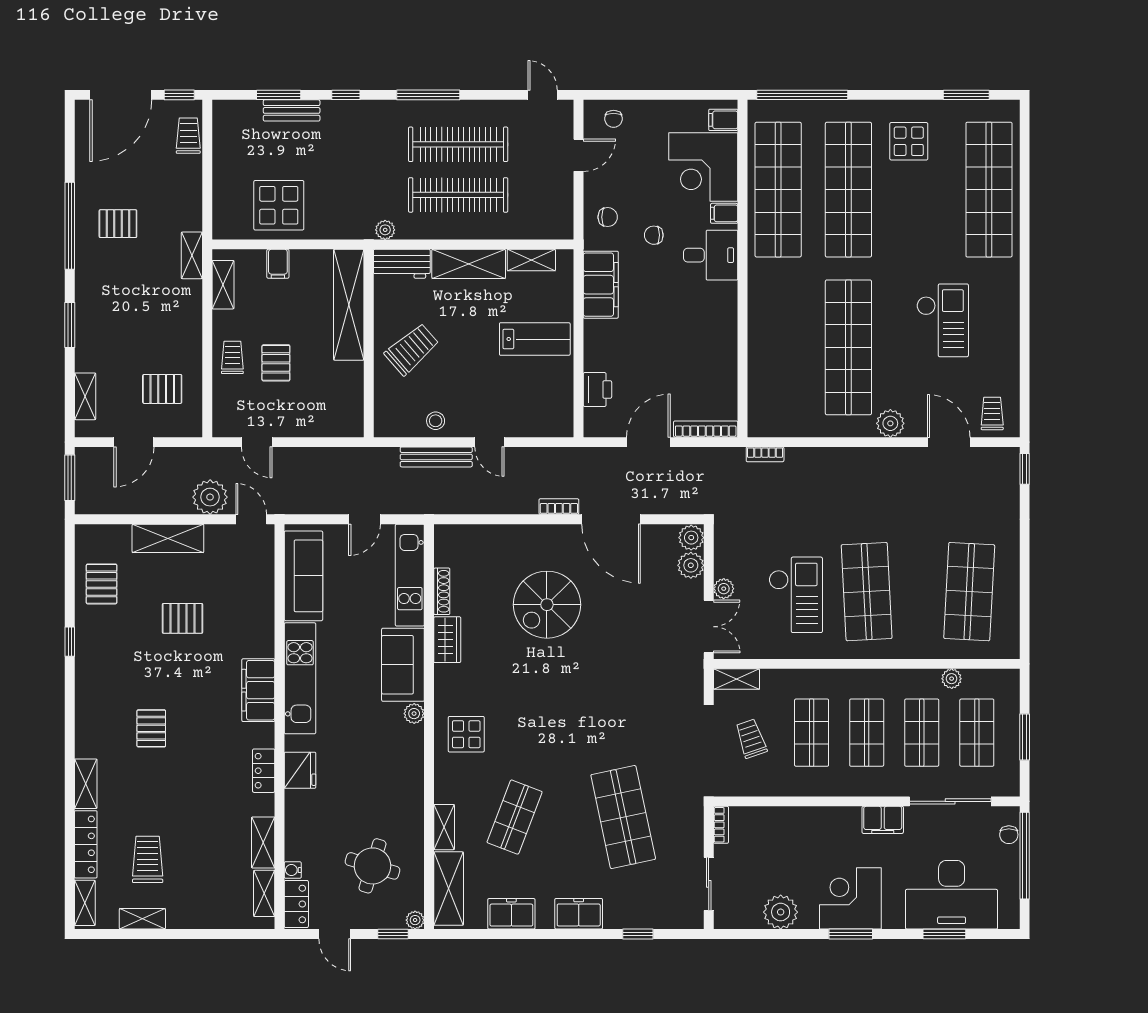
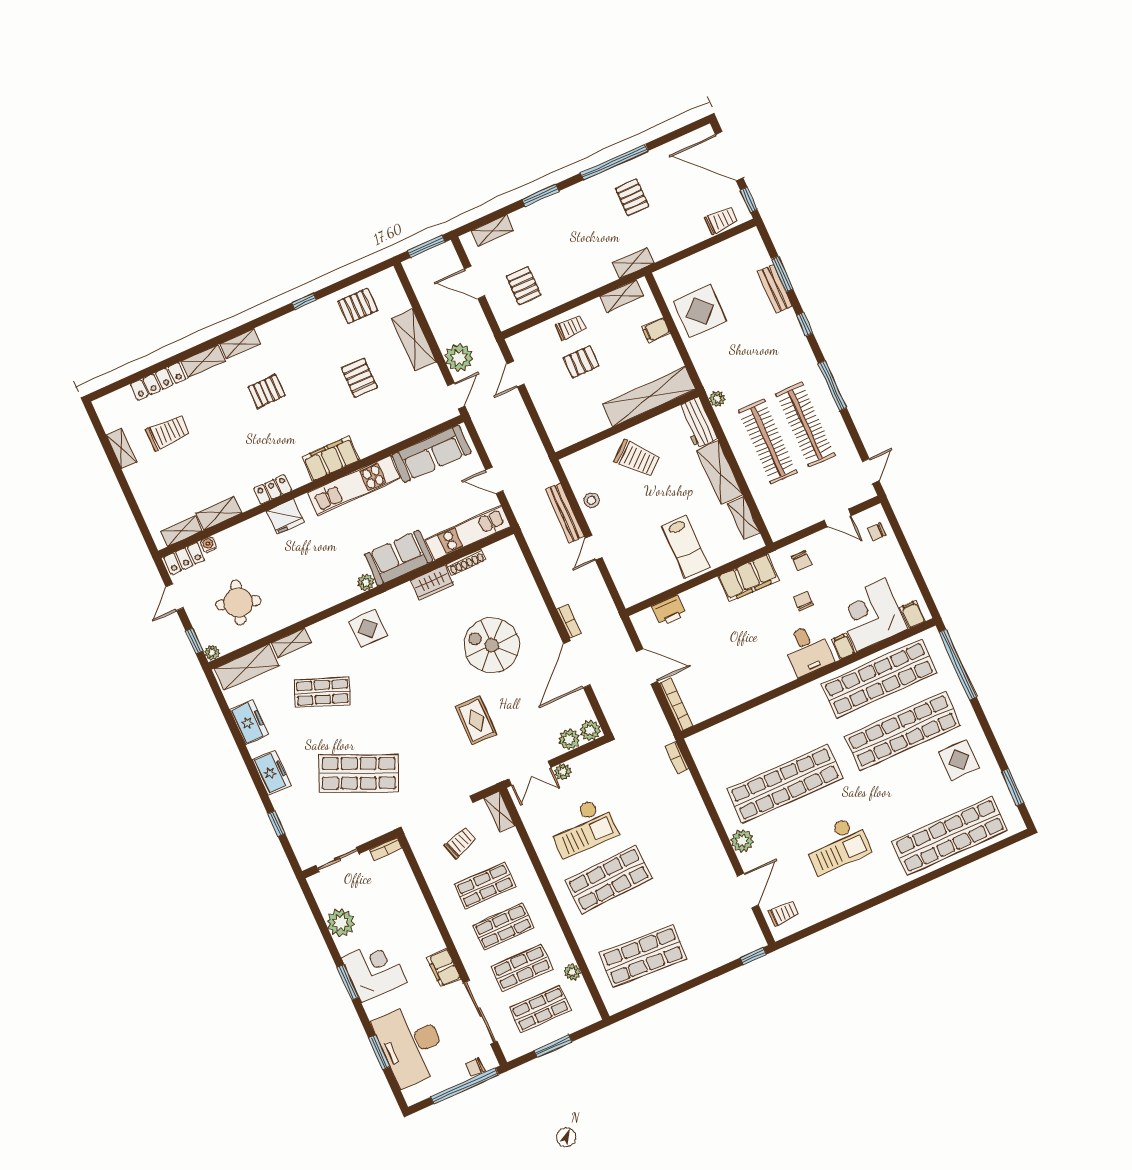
rug: (623, 660) -> (476, 720), added
shop shelf: (623, 817) -> (359, 773), turned 36
shelving: (85, 903) -> (240, 344), moved

